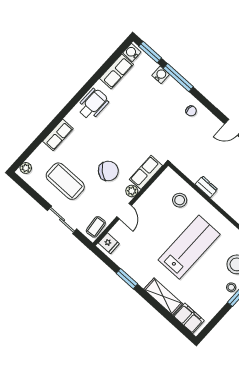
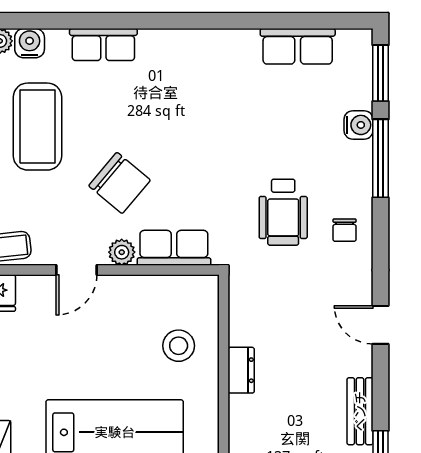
water cooler: (132, 53) -> (30, 43), moved
wheelchair: (93, 104) -> (283, 212), moved, turned 90

